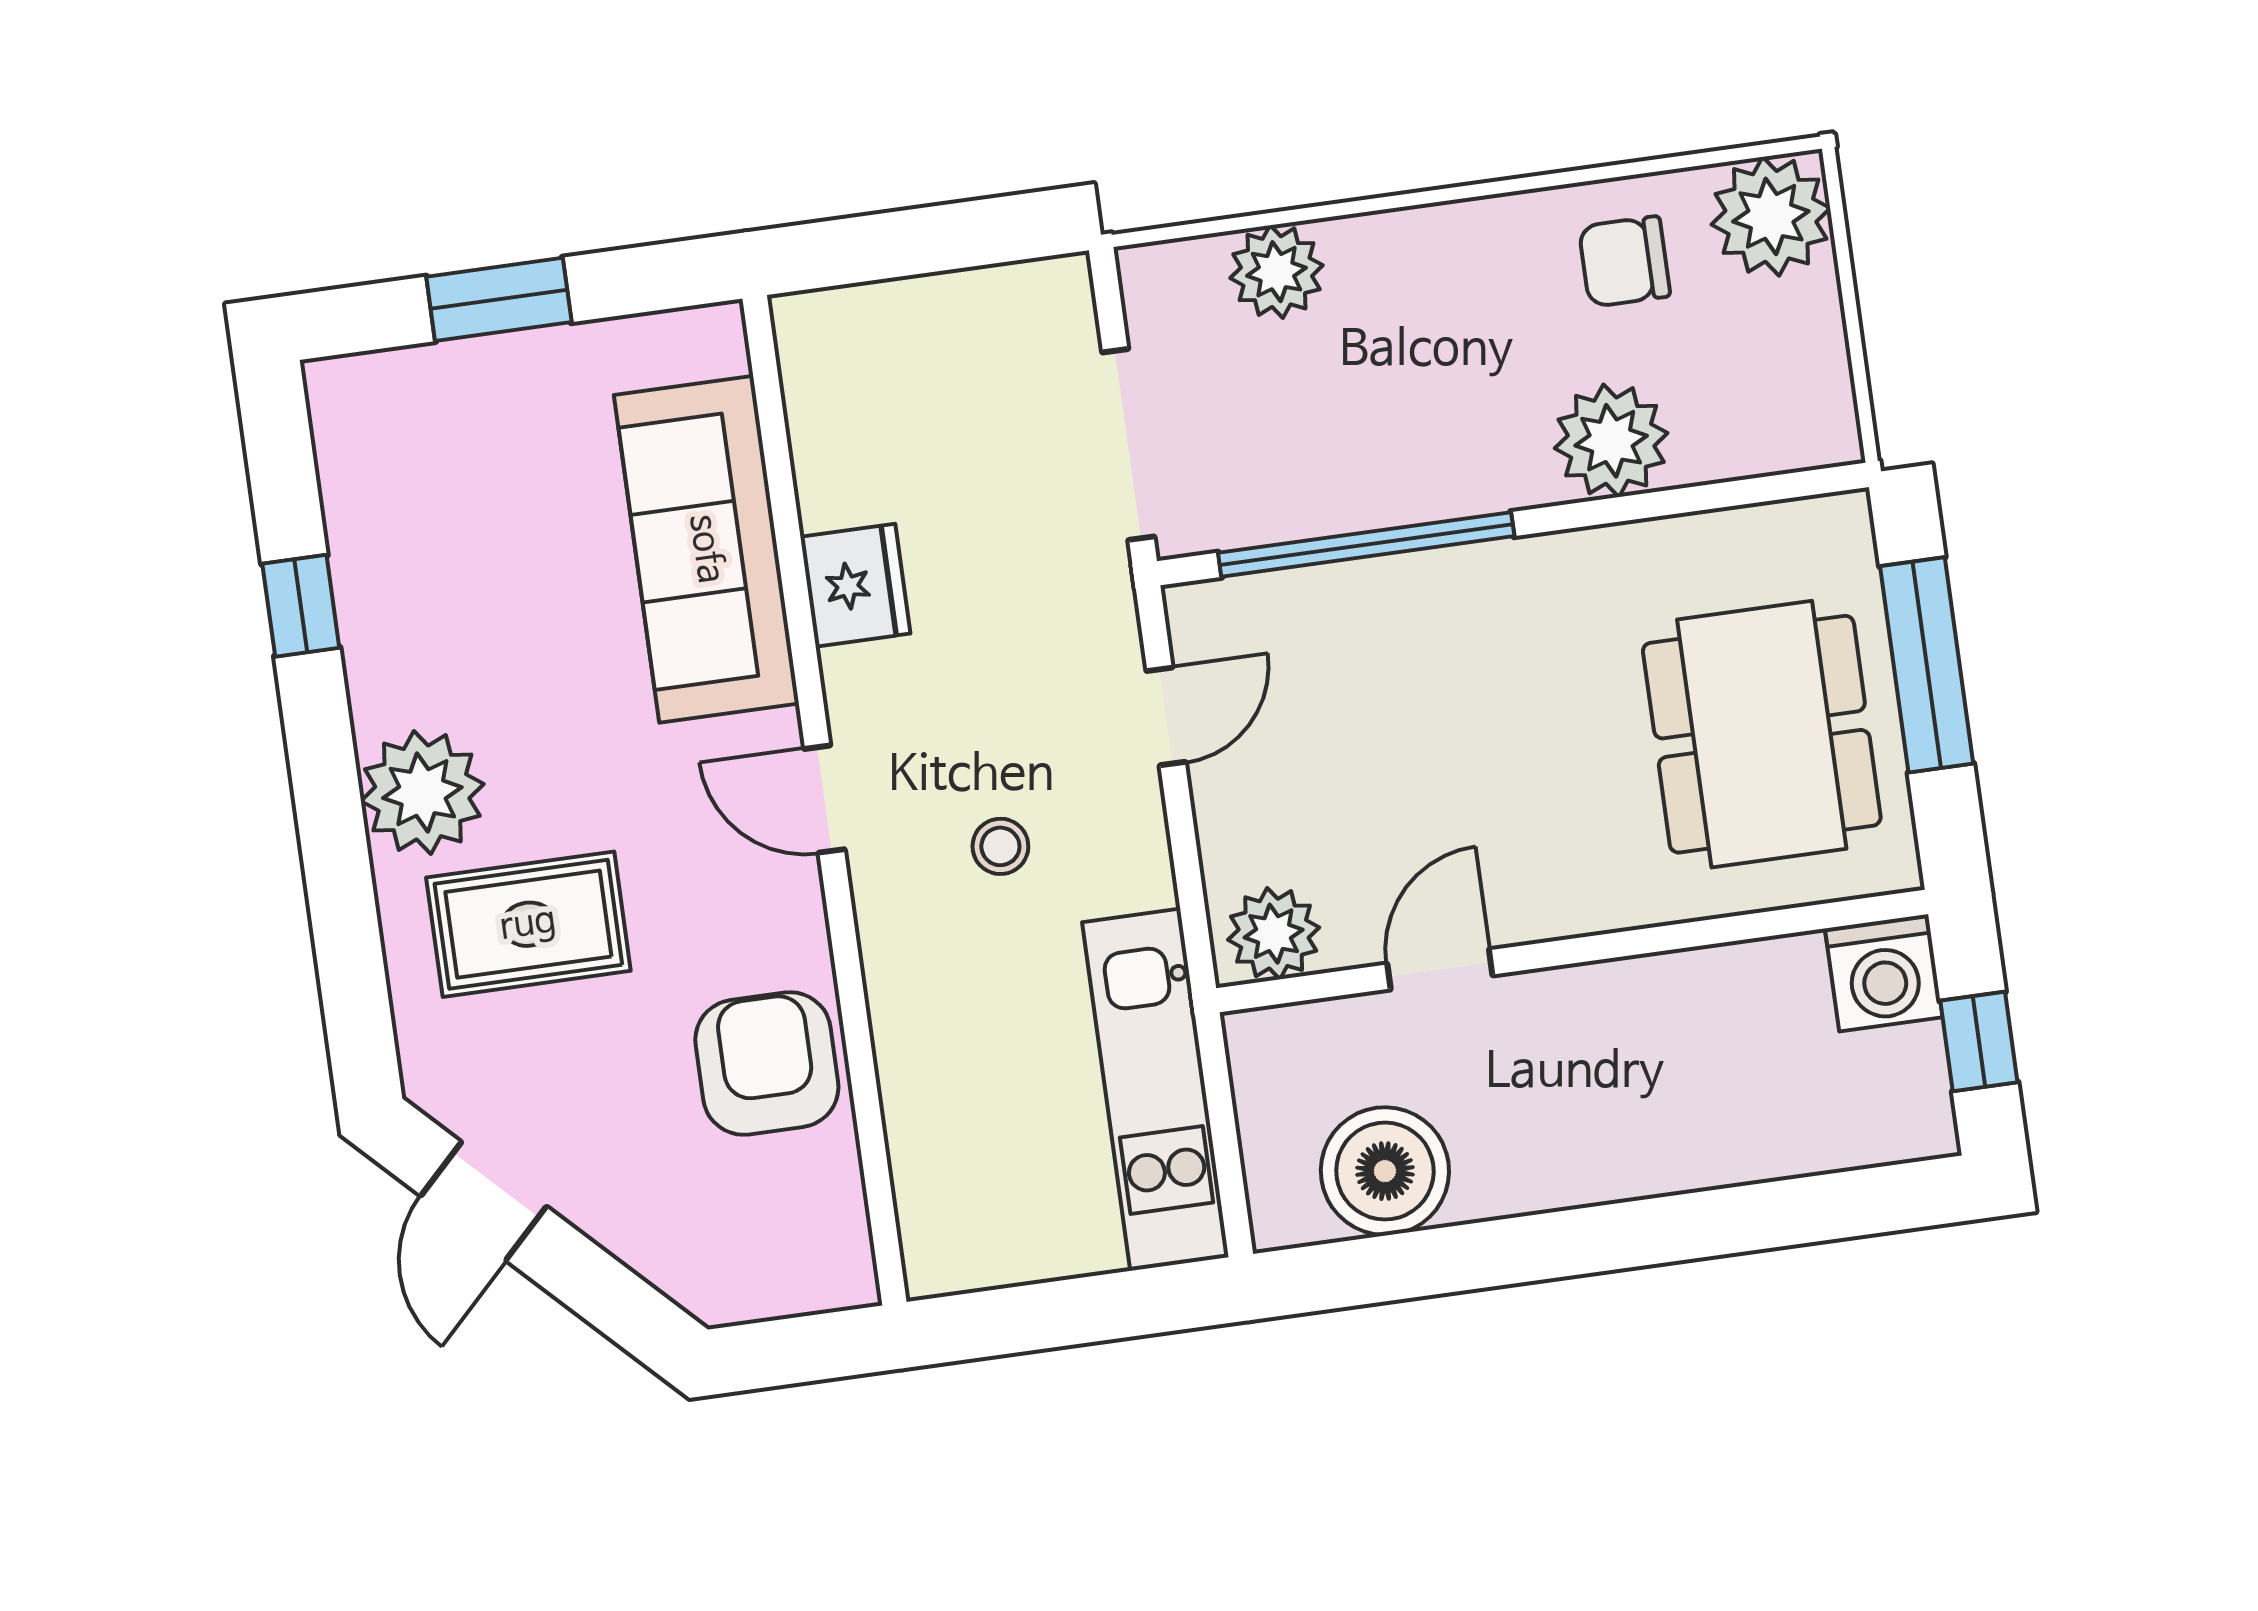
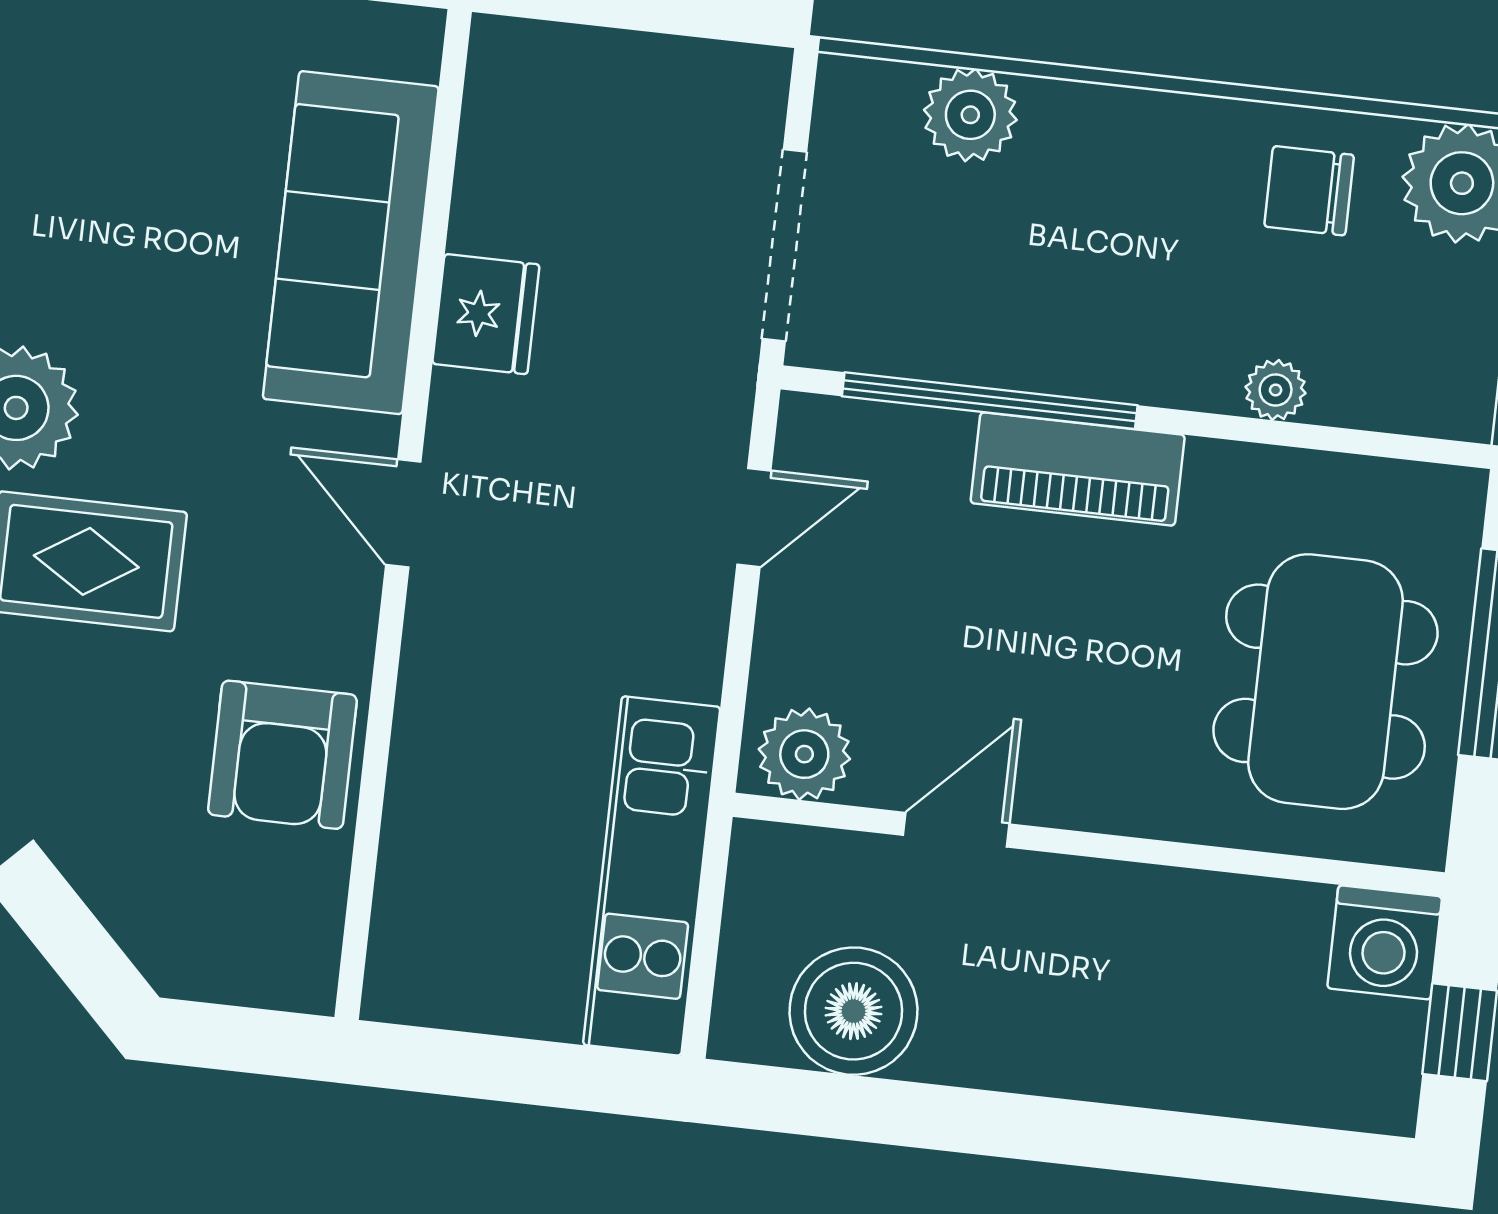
plant: (1611, 441) -> (1276, 390), width x0.53, depth x0.53
piano: (1468, 589) -> (1078, 469), added
stool: (1000, 846) -> (562, 602), removed
armchair: (767, 1063) -> (282, 755), turned 180

